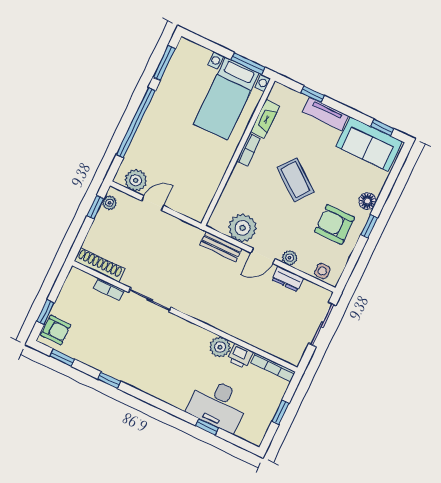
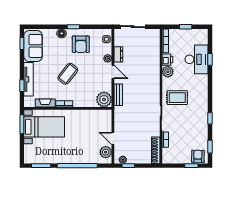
tv unit: (326, 114) -> (29, 79), width x1.41
plant: (243, 228) -> (104, 100), moved
rug: (170, 342) -> (177, 98), added

